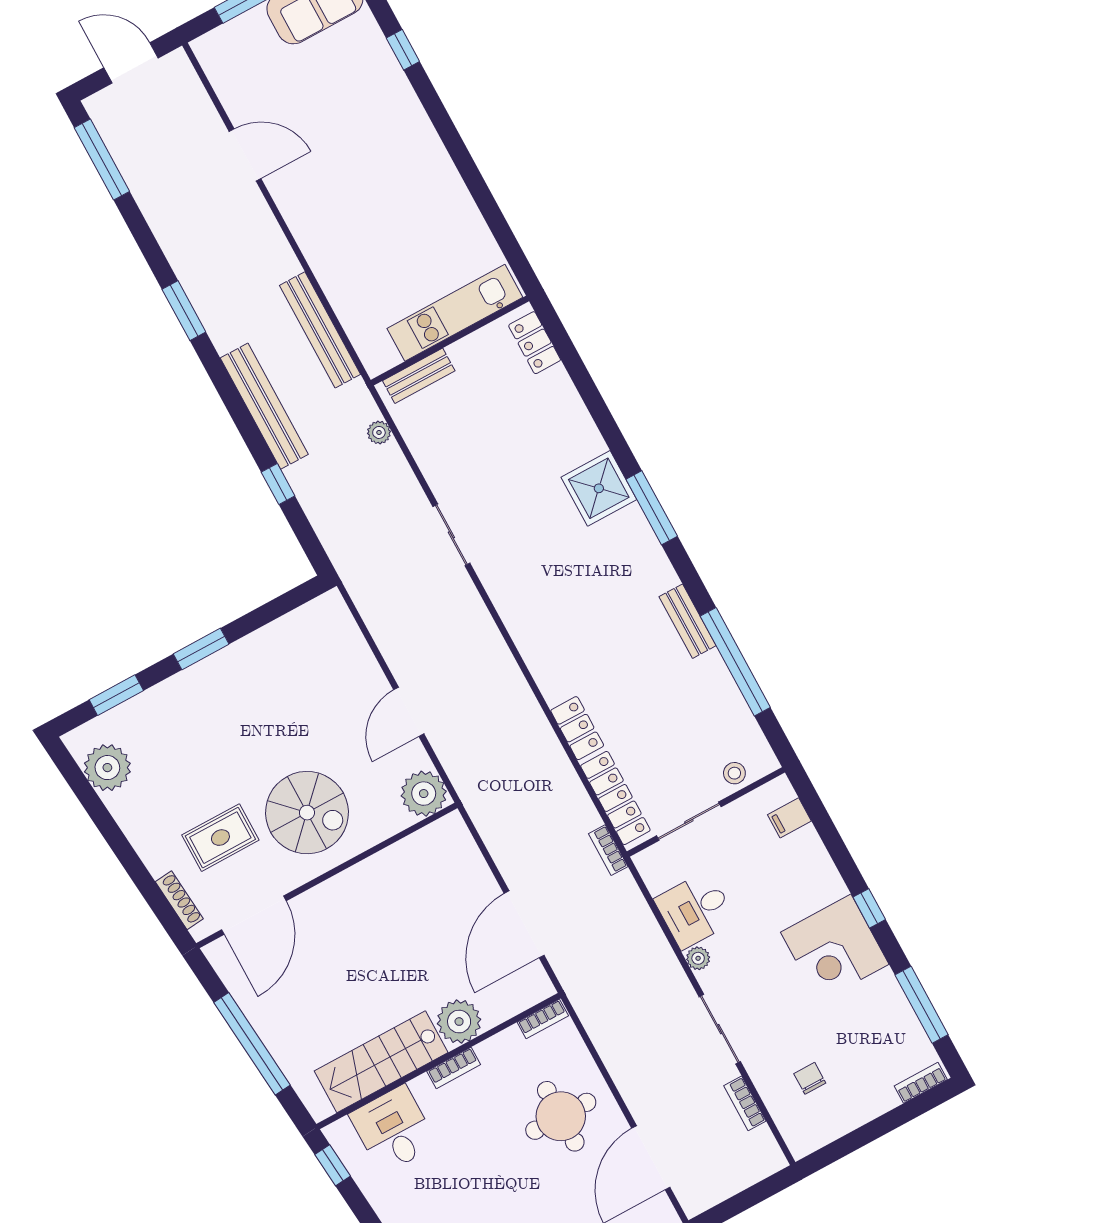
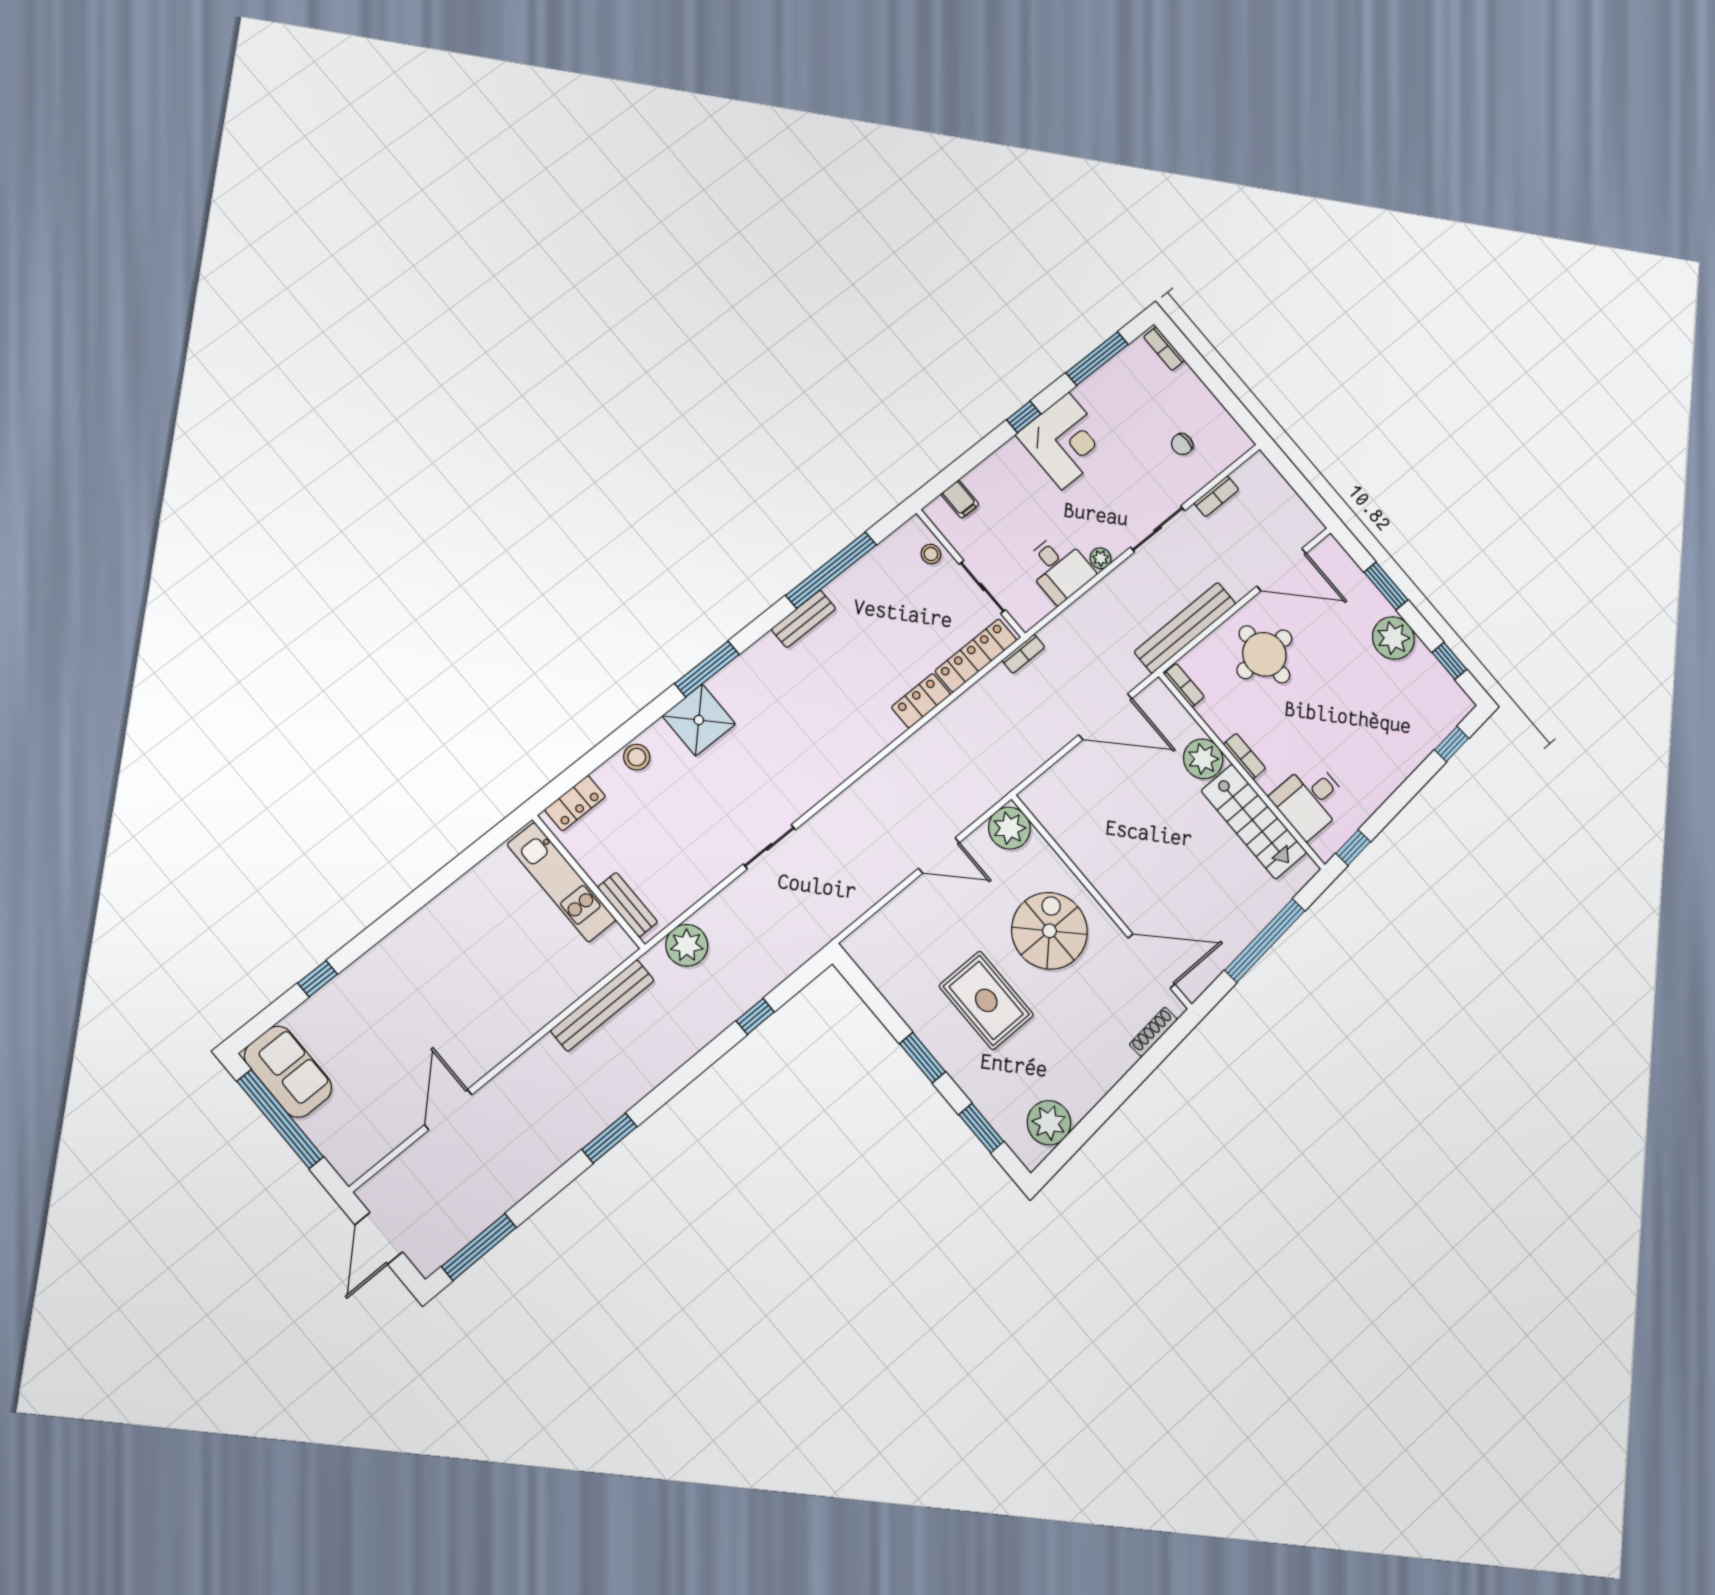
bench: (264, 406) -> (1185, 628), moved
stool: (571, 416) -> (637, 757), added
plant: (379, 432) -> (687, 945), width x1.88, depth x1.88
rug: (220, 838) -> (986, 1000), moved, width x1.36, depth x1.43

